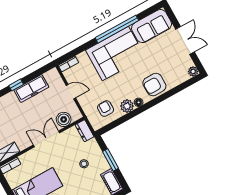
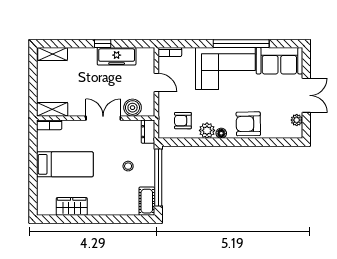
plant: (193, 71) -> (297, 120), moved
armchair: (106, 109) -> (183, 121), turned -90
window: (111, 160) -> (158, 177), width x2.11

